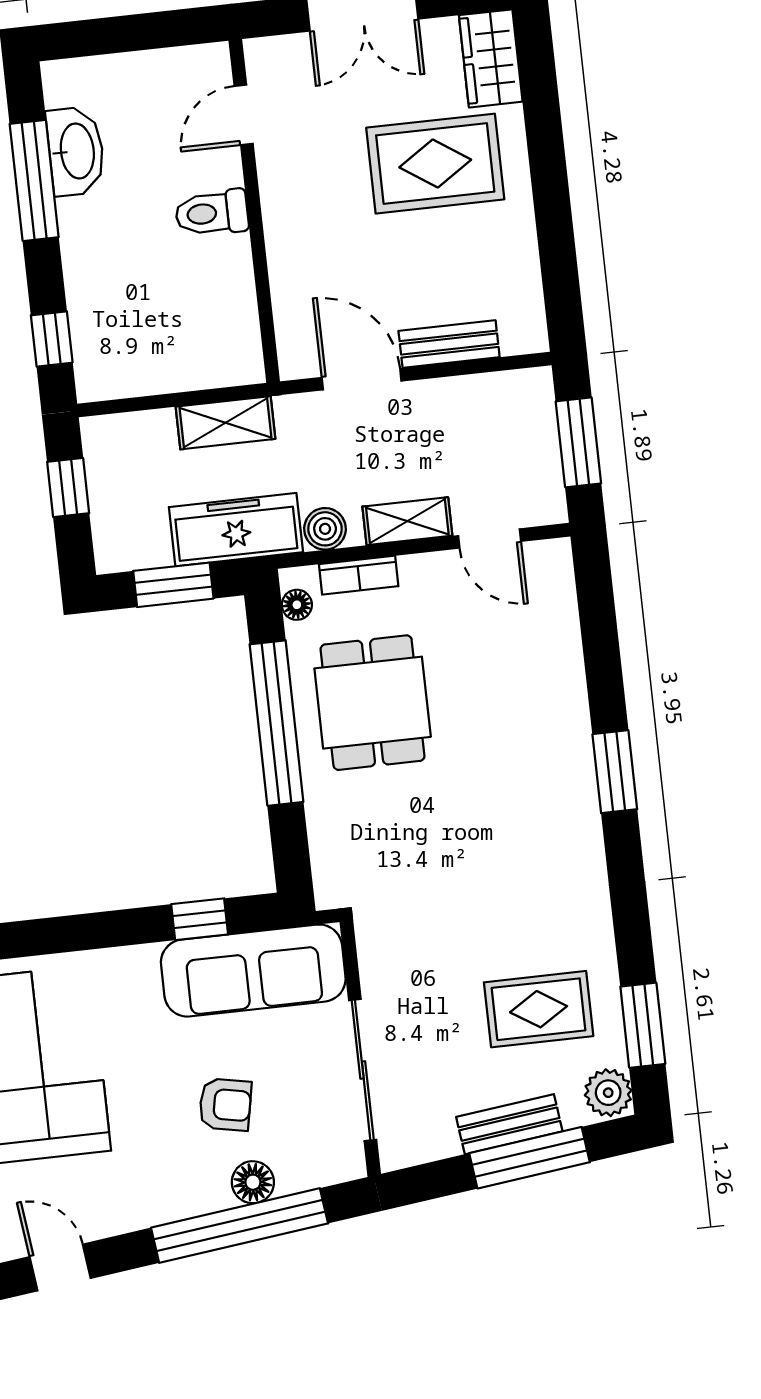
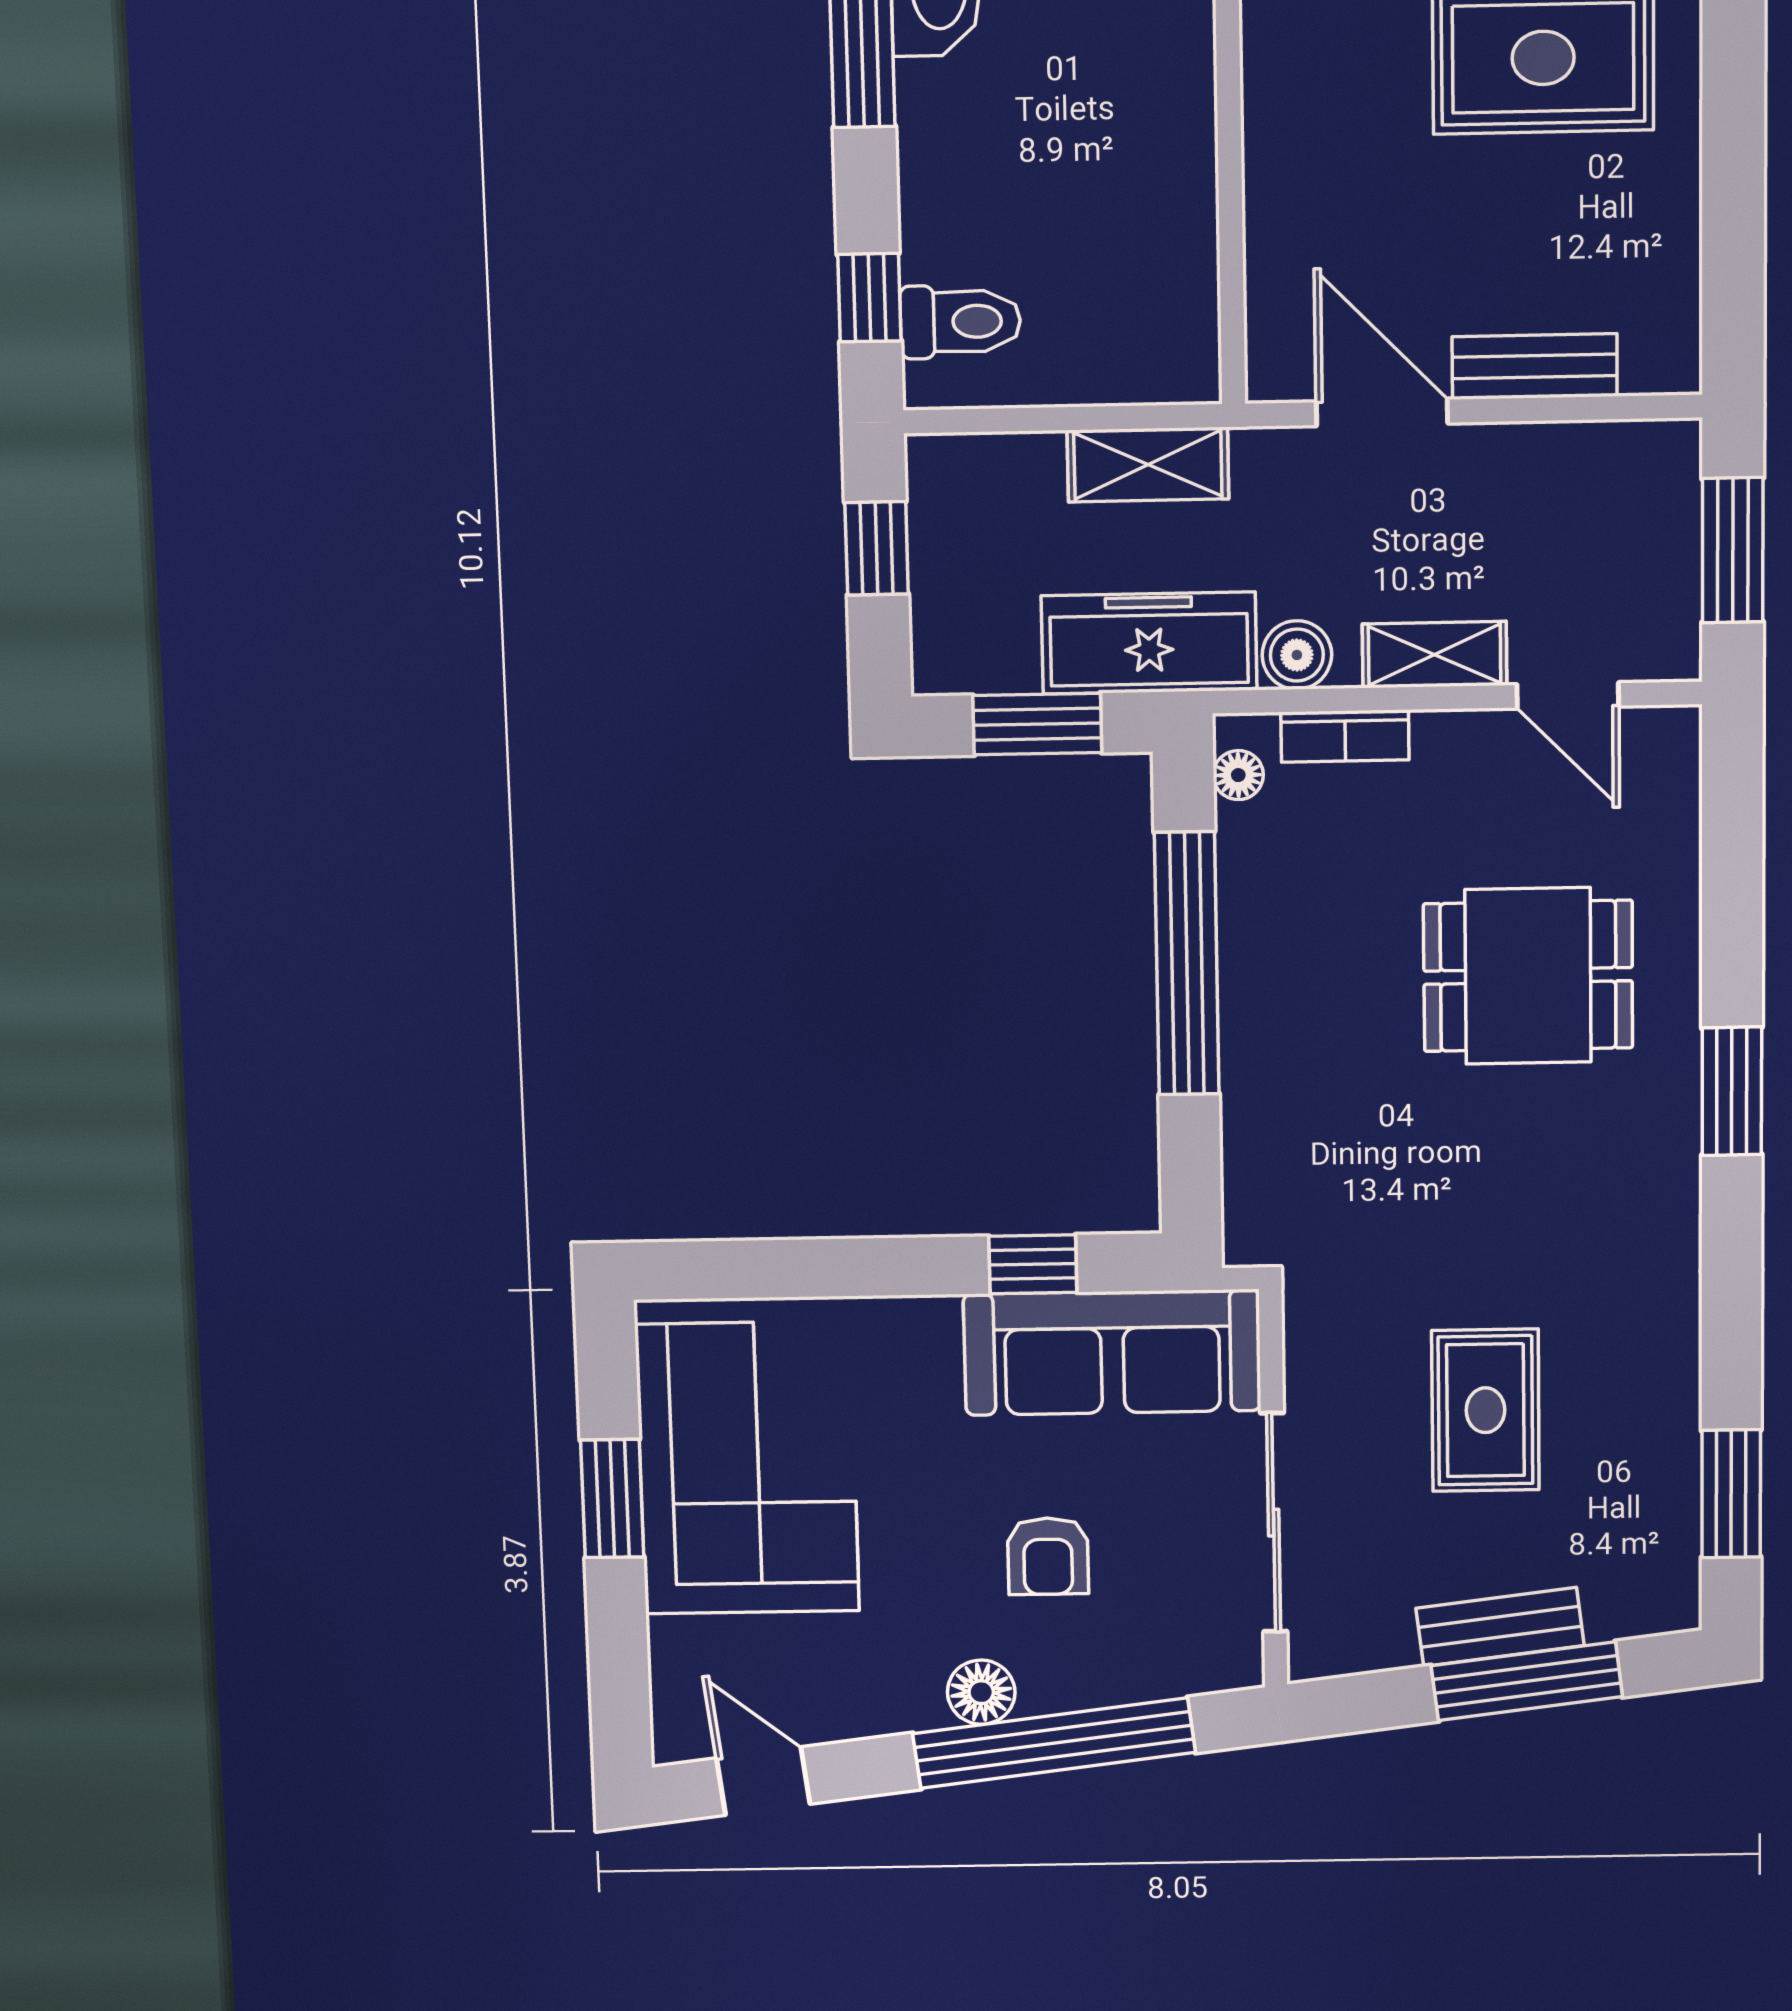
toilet: (212, 213) -> (960, 322), moved, turned 180
dining table: (373, 703) -> (1528, 976), moved, turned 90
rug: (539, 1009) -> (1485, 1410), moved, turned 90
plant: (608, 1093) -> (1664, 1593), removed
armchair: (225, 1105) -> (1048, 1556), turned 79
floor lamp: (253, 1182) -> (981, 1692), moved

